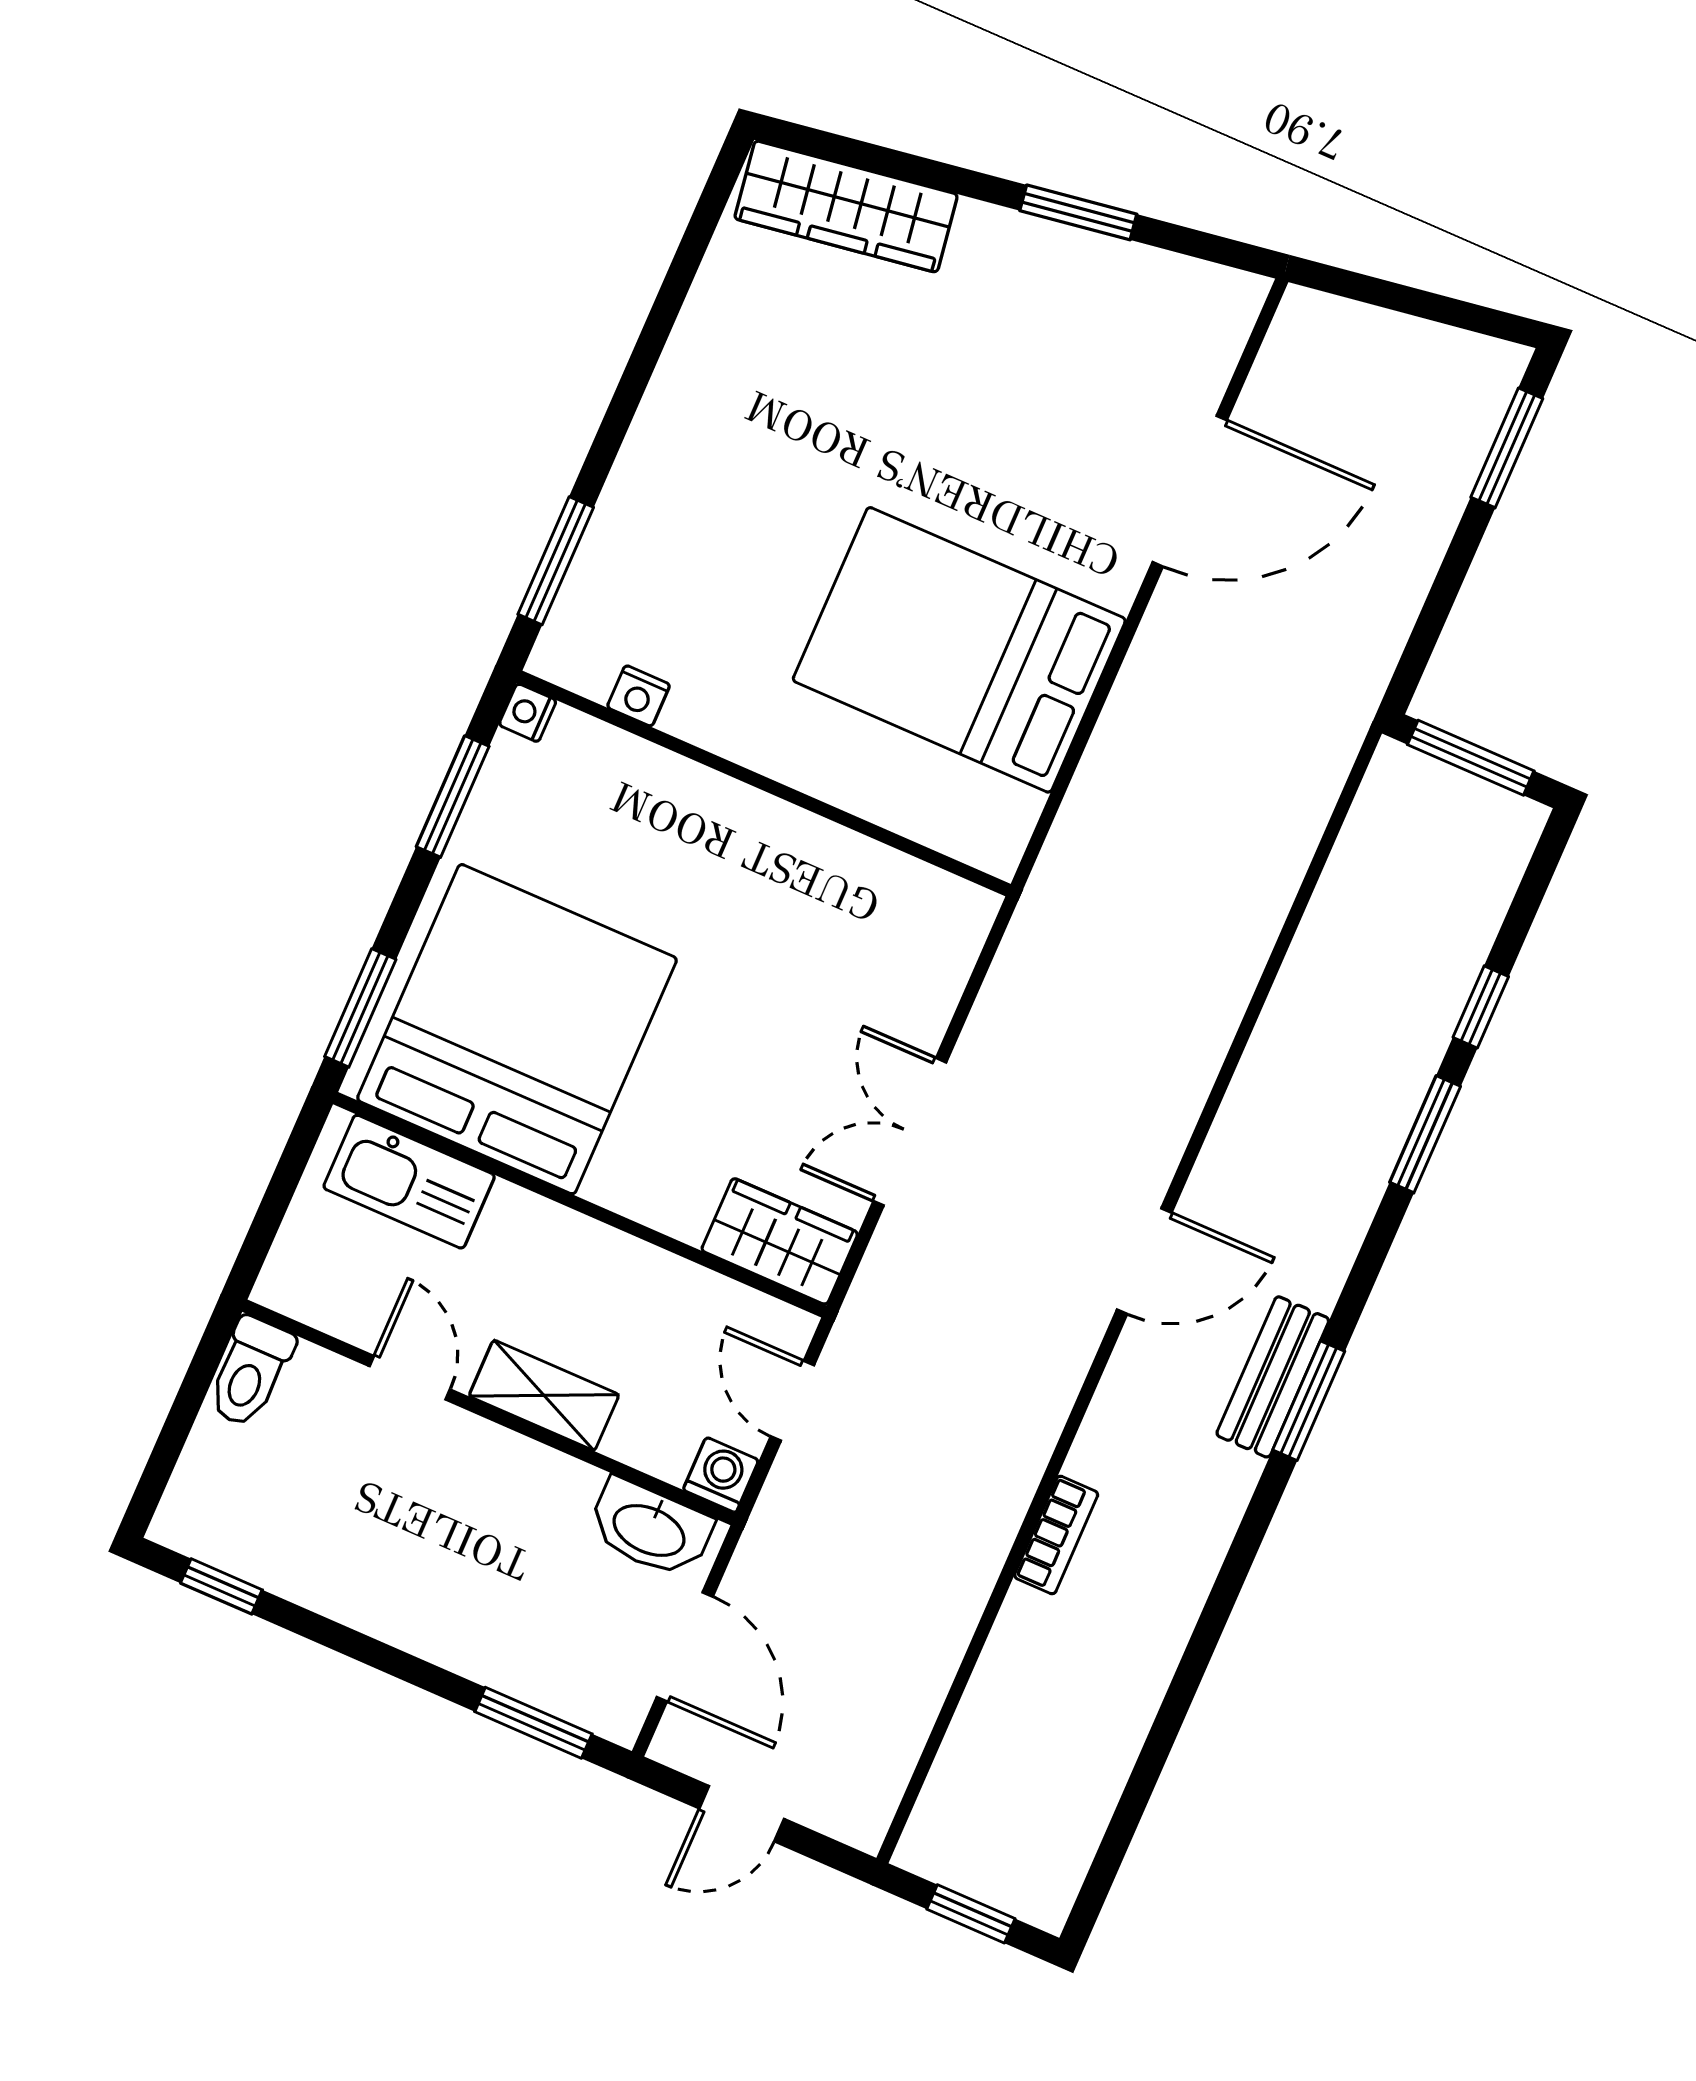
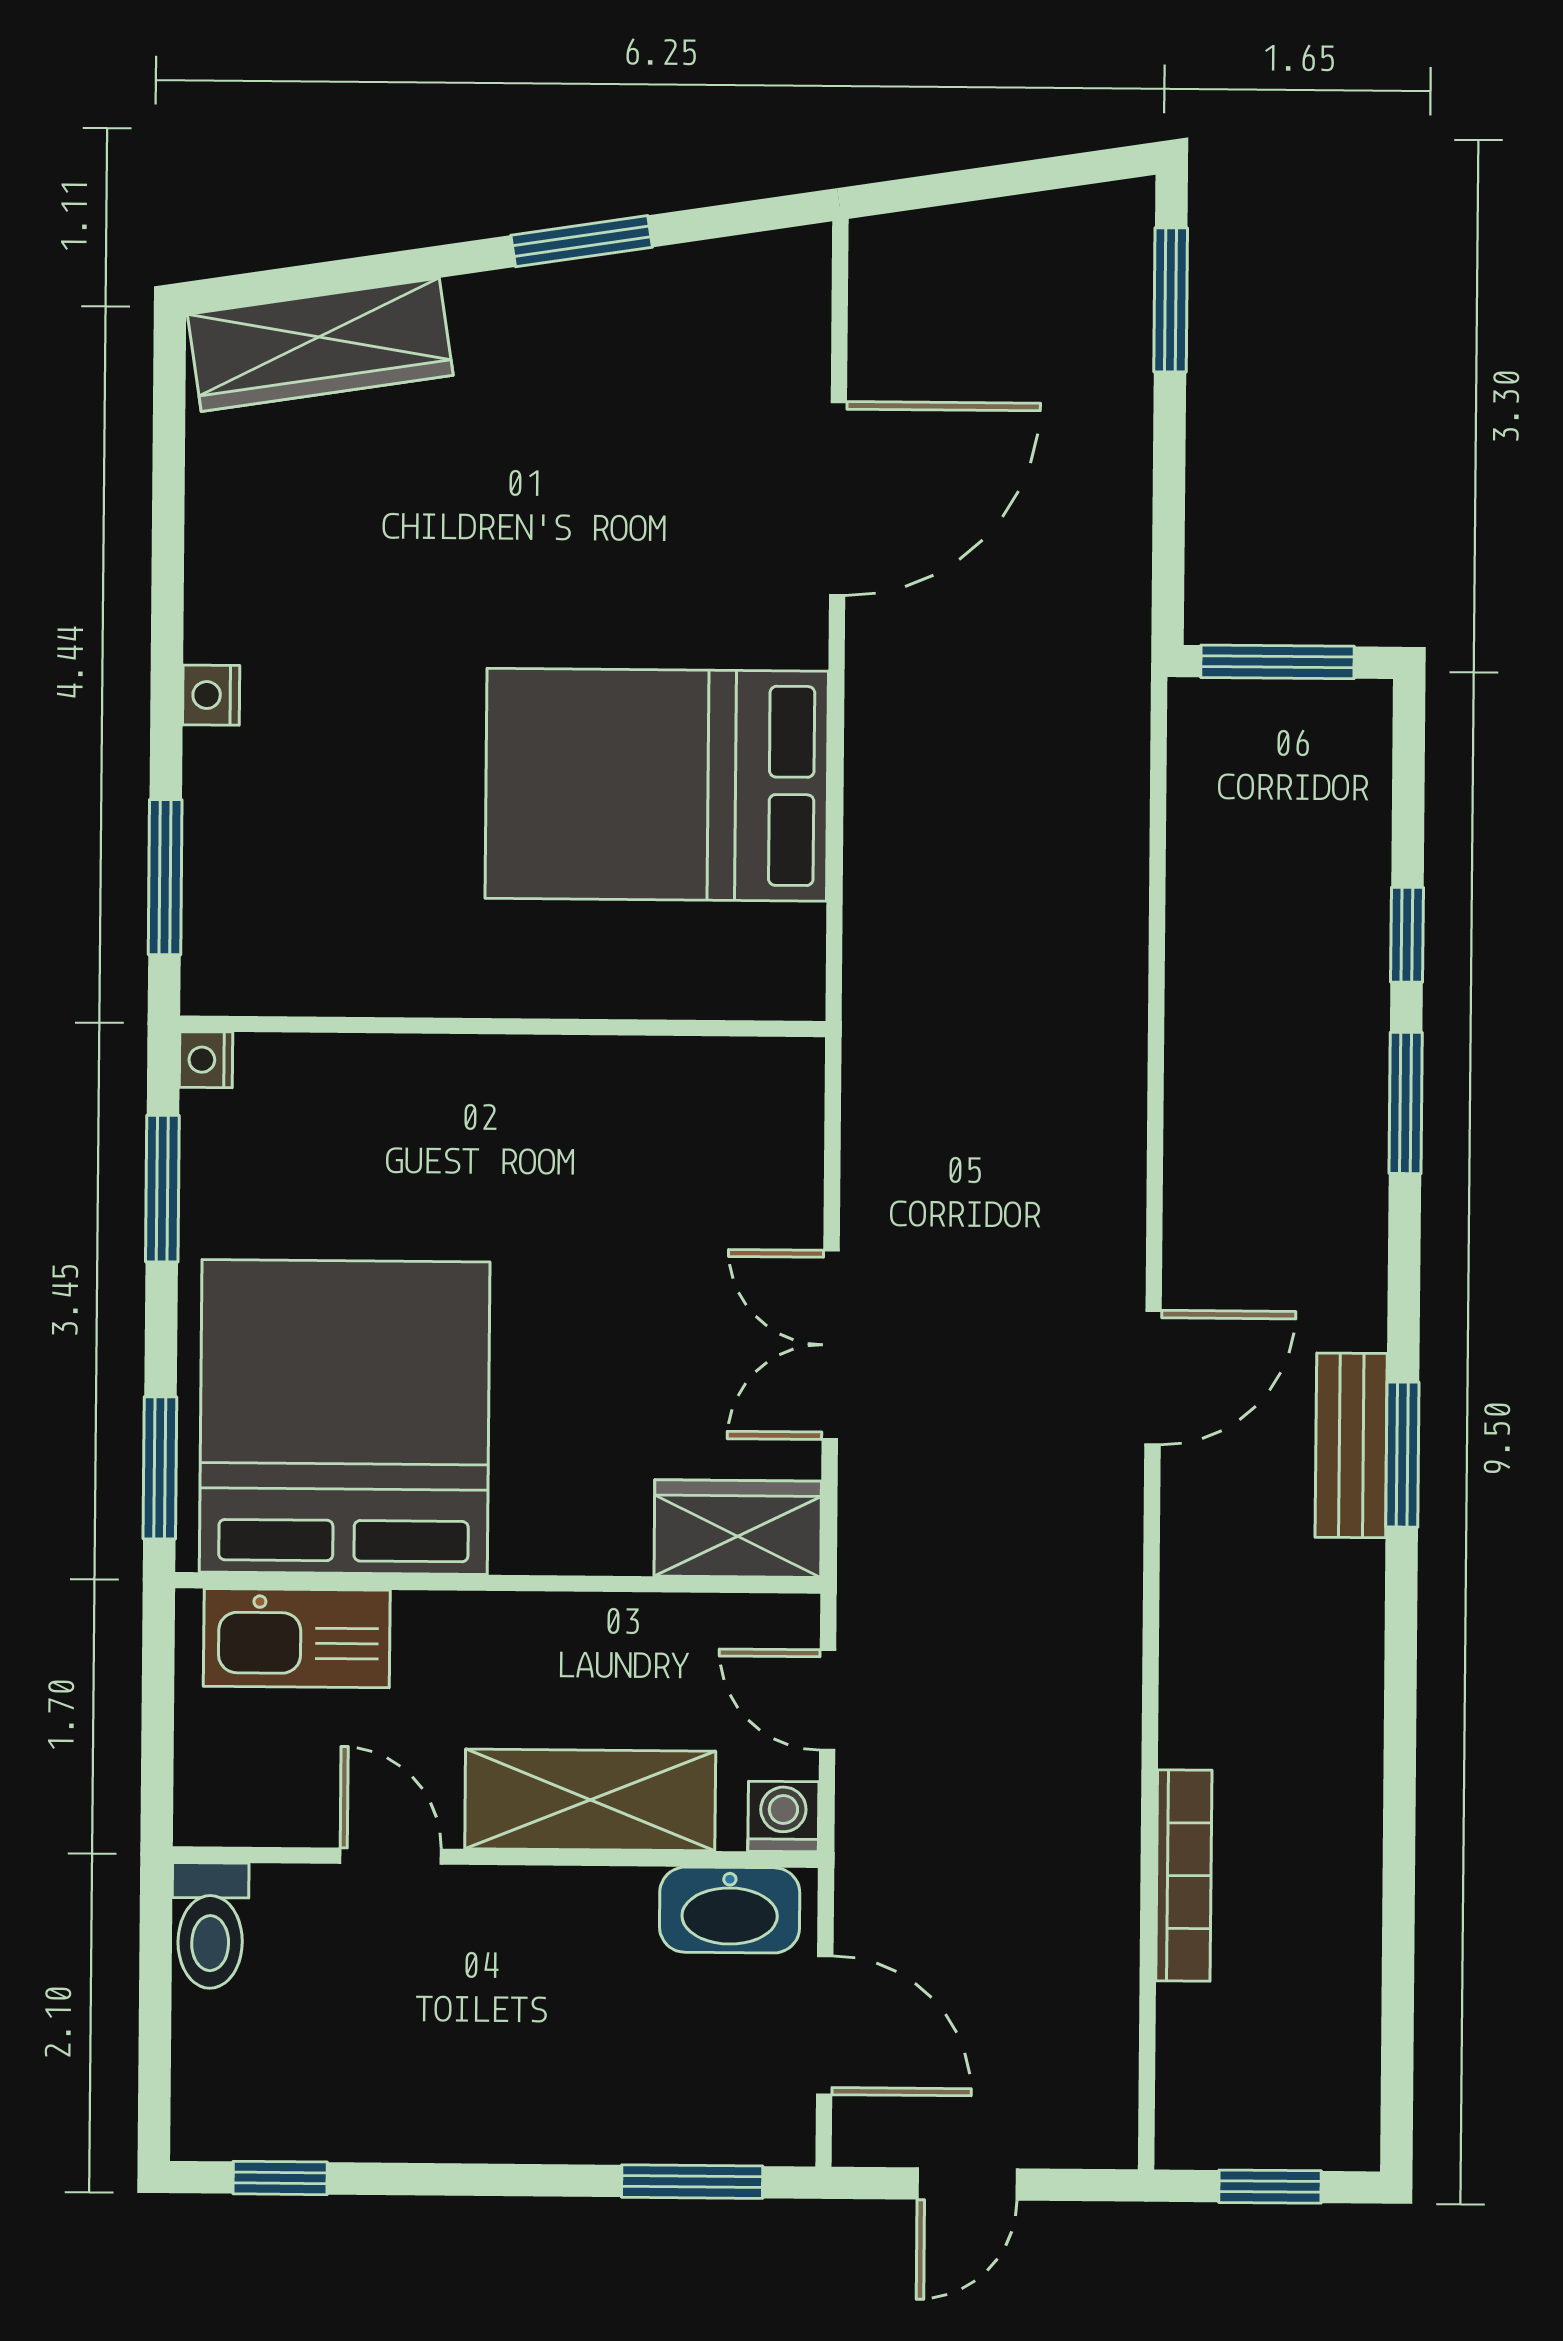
nightstand: (639, 696) -> (211, 695), moved, turned 90
shelving: (544, 1395) -> (590, 1800), width x1.50, depth x1.33
bookcase: (1056, 1535) -> (1184, 1875), moved, width x1.56

